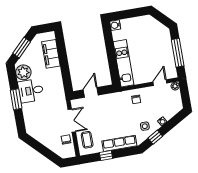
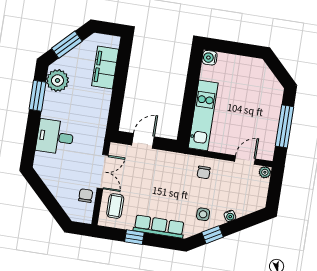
desk: (31, 91) -> (55, 137), moved
window: (16, 99) -> (37, 96), moved

